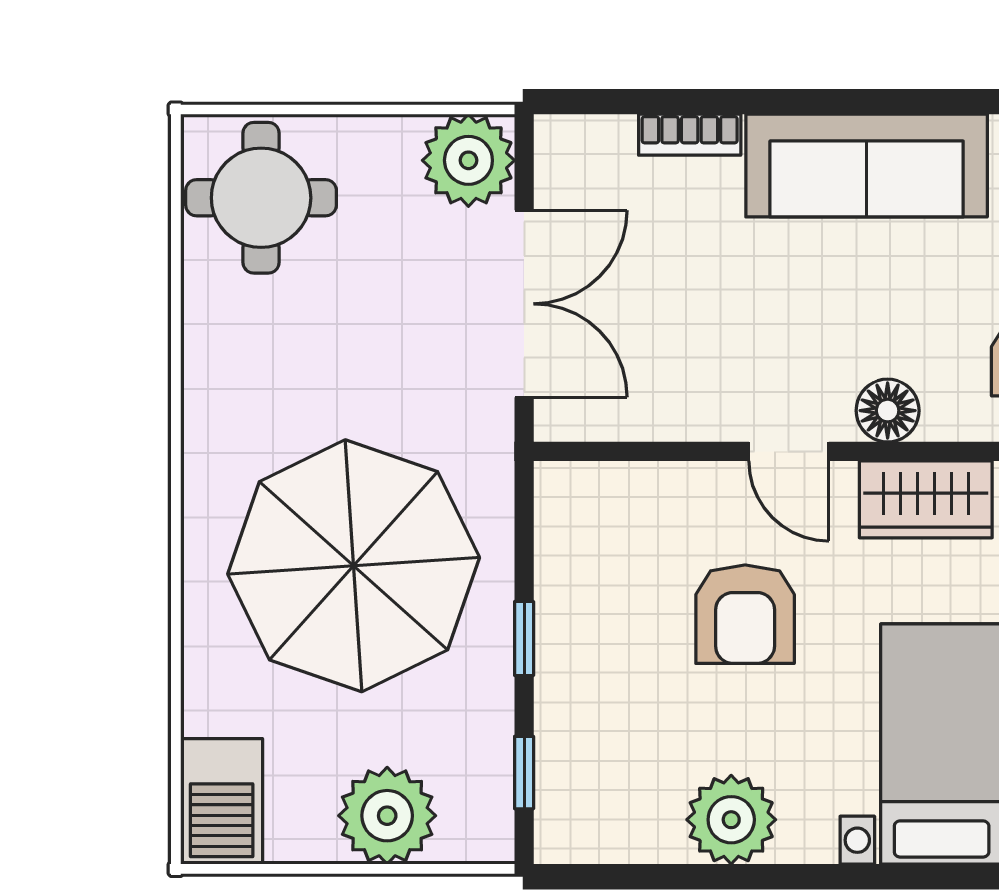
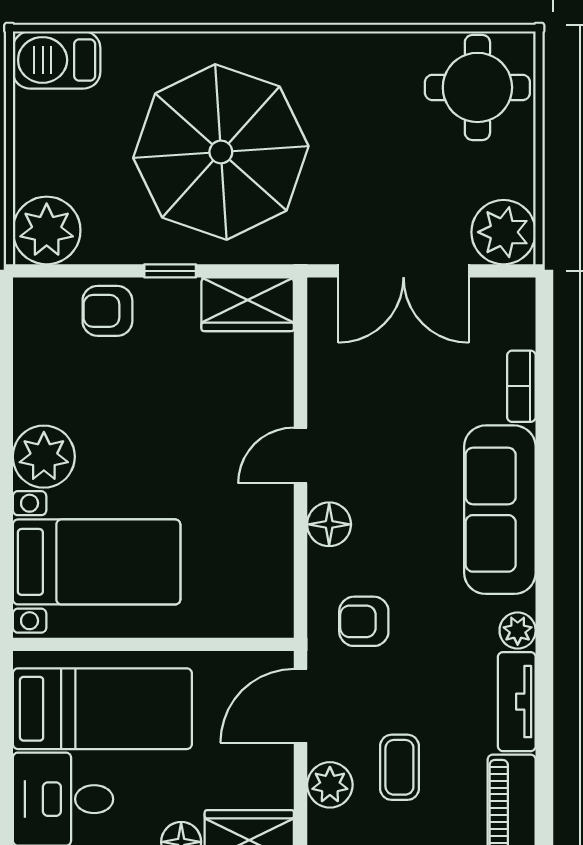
wardrobe: (926, 499) -> (248, 304), moved, turned -90
armchair: (745, 614) -> (107, 311), moved, width x0.72, depth x0.72
window: (524, 773) -> (77, 271), removed
plant: (387, 816) -> (47, 230), moved
plant: (731, 820) -> (44, 457), moved

